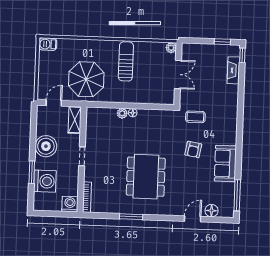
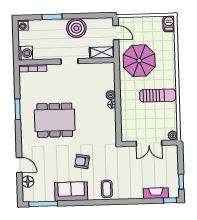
coffee table: (195, 117) -> (107, 189), moved
washing machine: (45, 181) -> (23, 25), moved, width x0.53, depth x0.53

